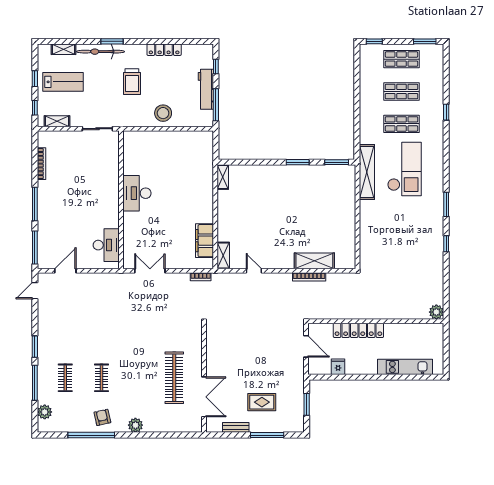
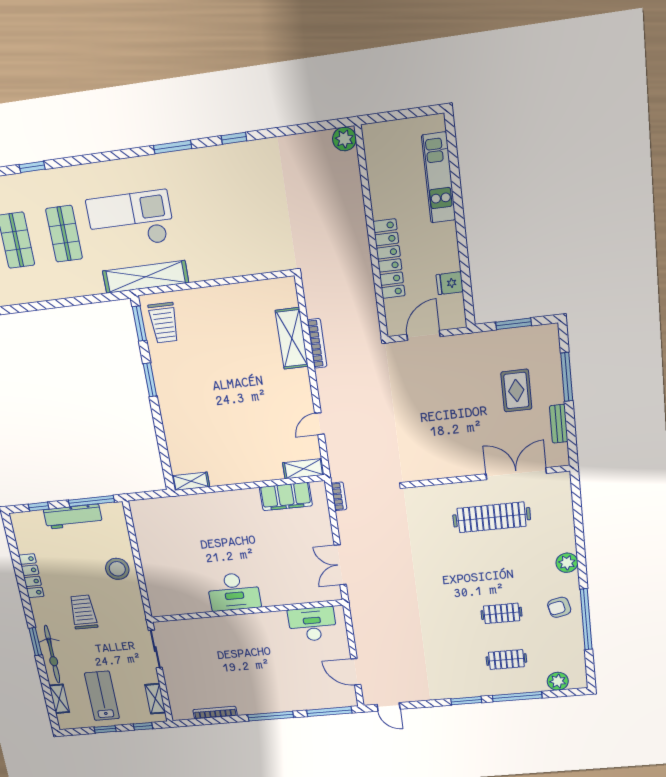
trolley: (132, 82) -> (83, 612), turned -90
trolley: (335, 178) -> (164, 323), added

